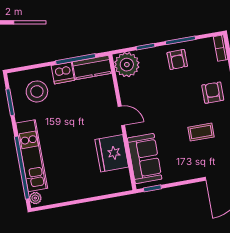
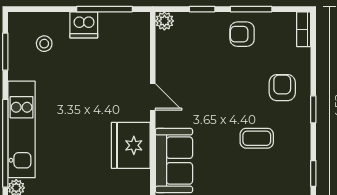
armchair: (177, 59) -> (242, 34), turned 91
plant: (127, 65) -> (164, 21), width x0.53, depth x0.53
kitchen counter: (92, 67) -> (125, 24), removed
stool: (37, 91) -> (44, 44), width x0.53, depth x0.53

